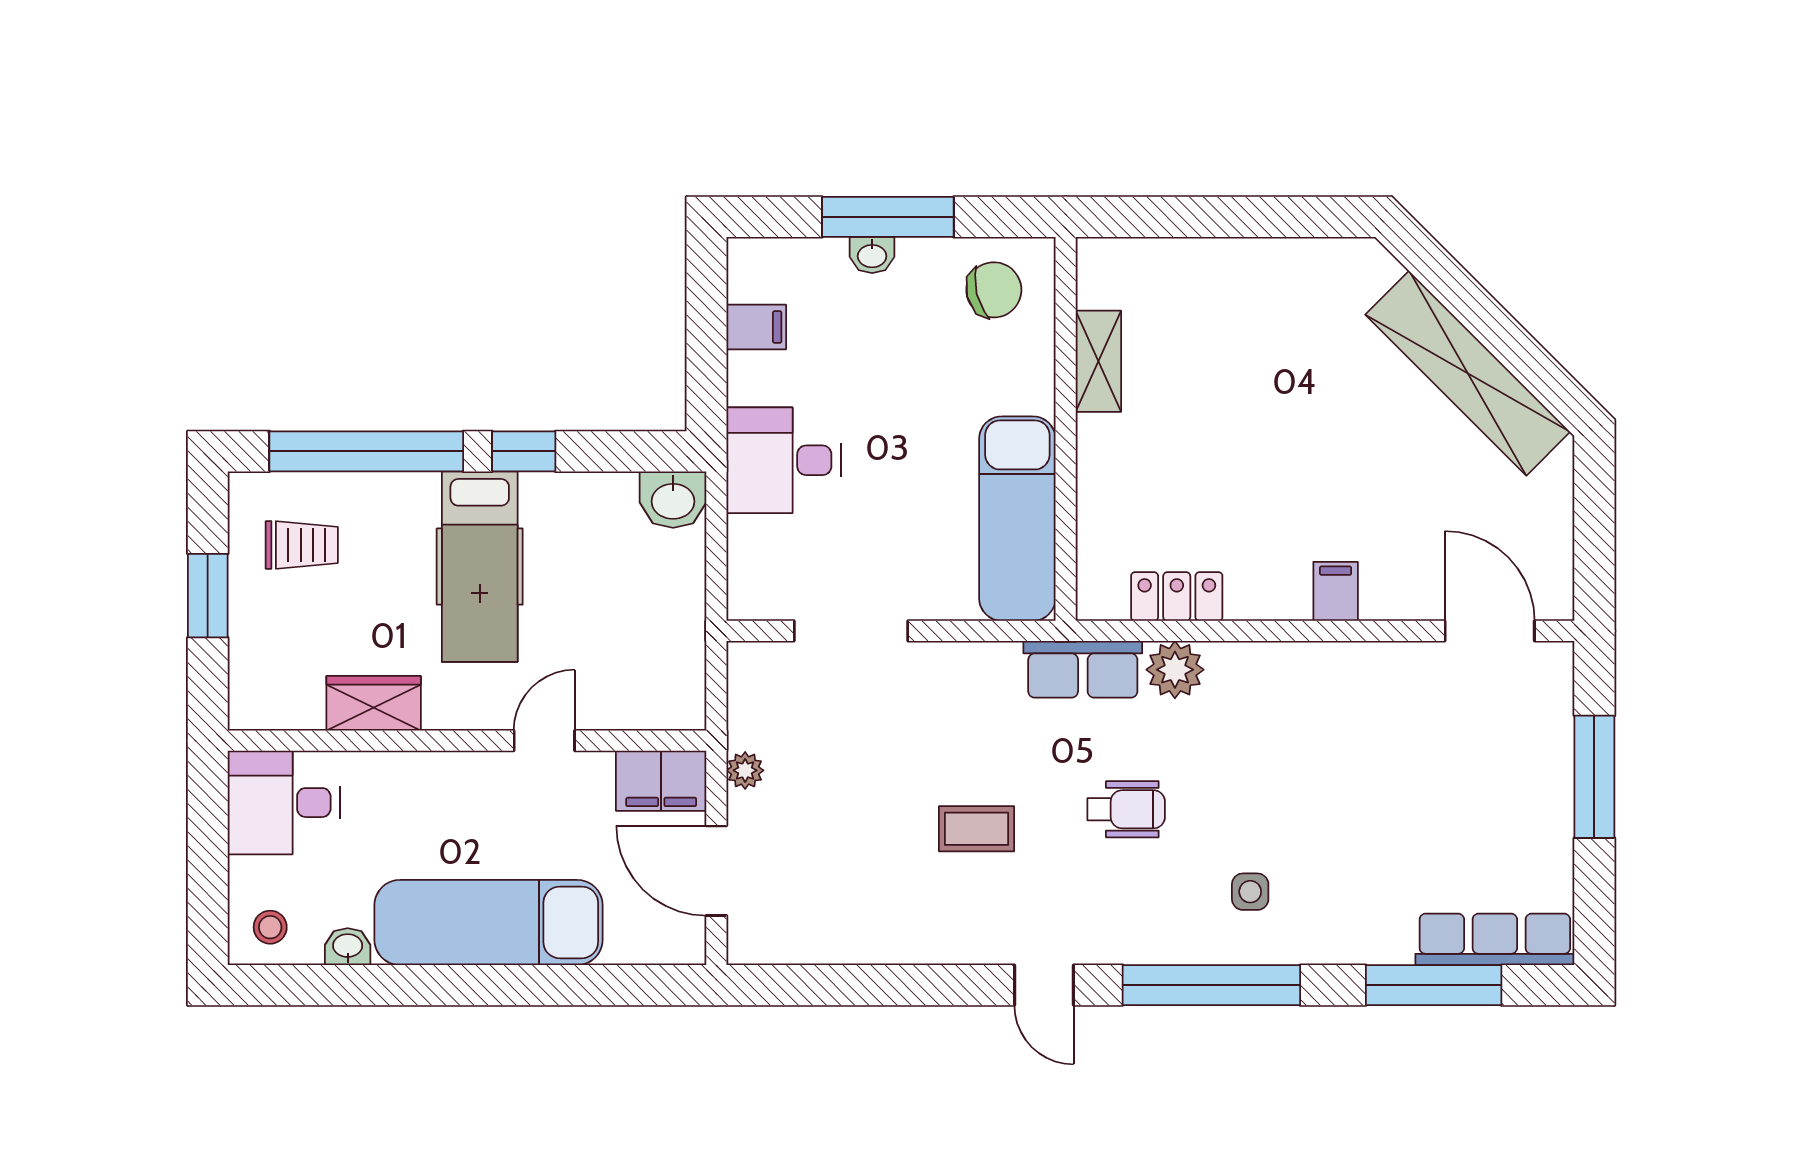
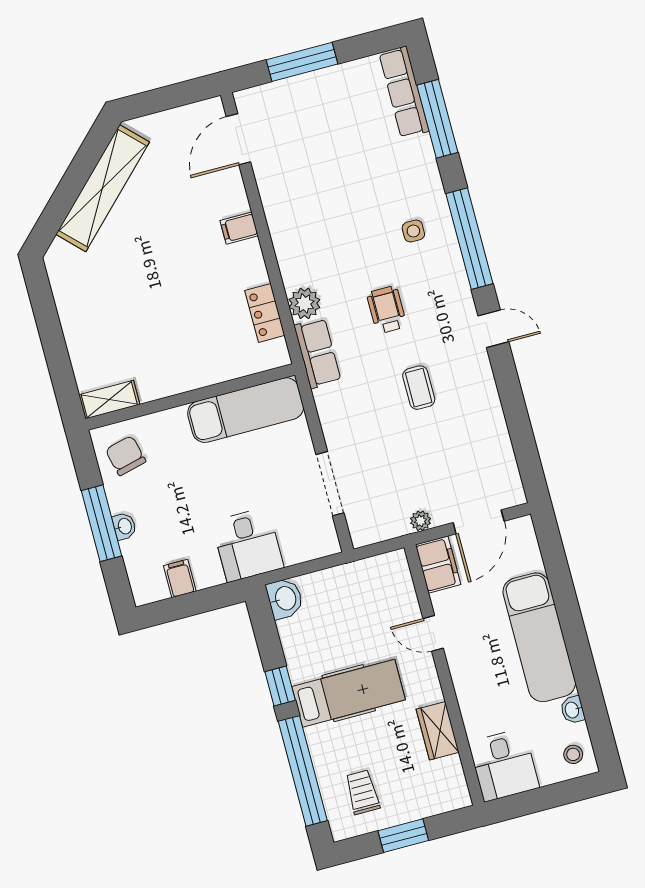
shelving: (1098, 361) -> (109, 400), moved
door: (1044, 985) -> (493, 329), hinge flipped

